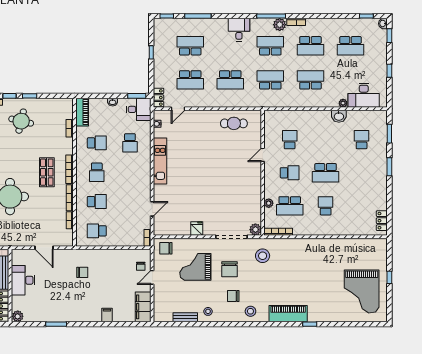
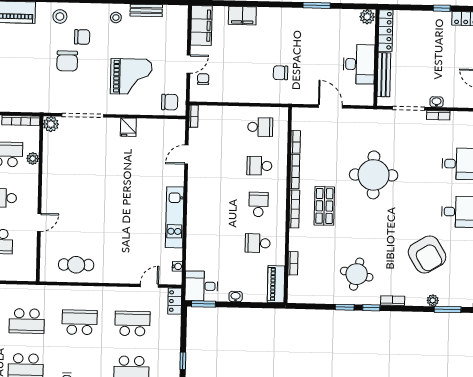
school desk: (130, 143) -> (214, 242), removed
stool: (263, 256) -> (42, 89), removed
chair: (230, 269) -> (67, 61), moved, turned 180
filing cabinet: (107, 315) -> (242, 16), width x2.00

